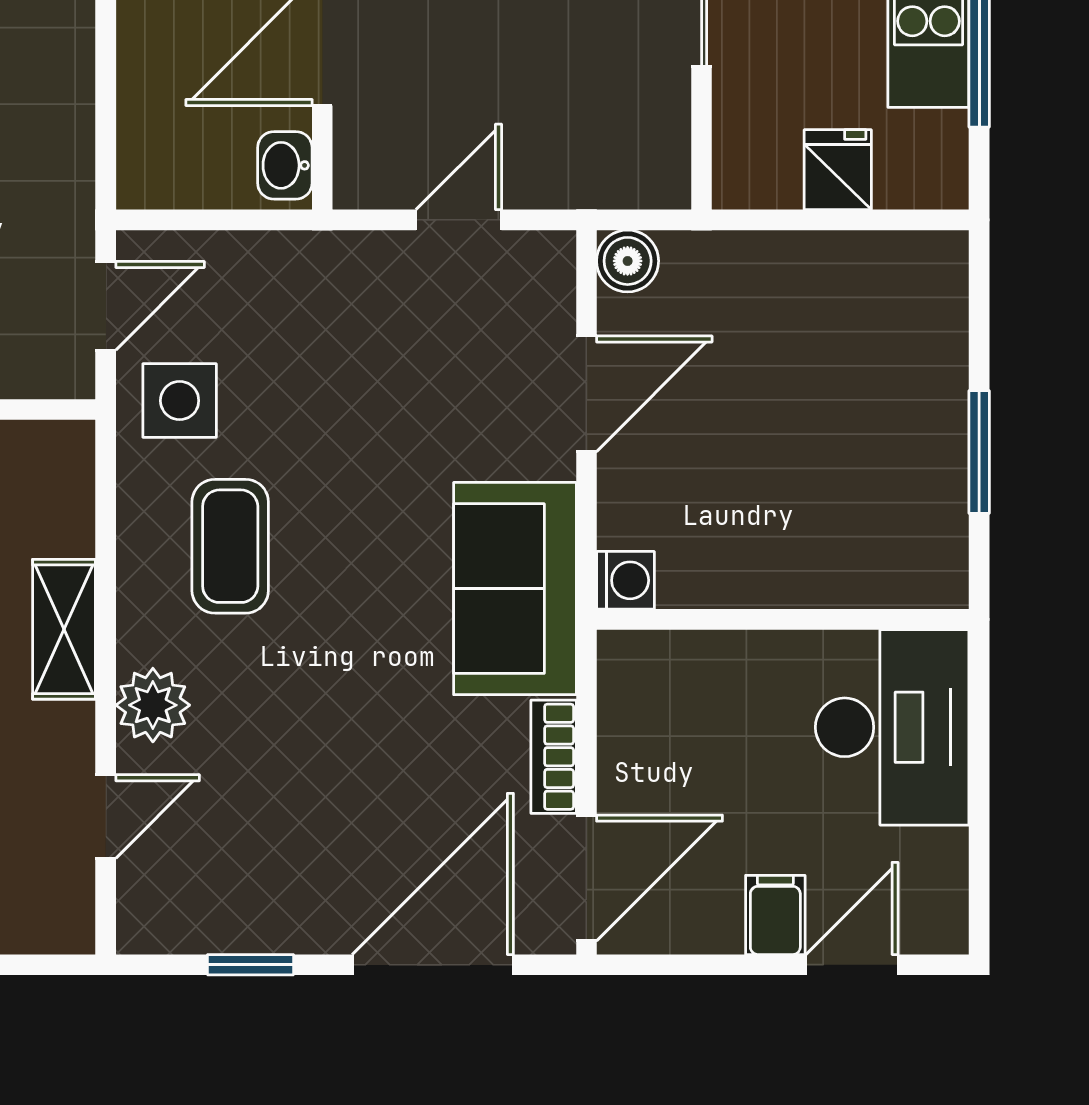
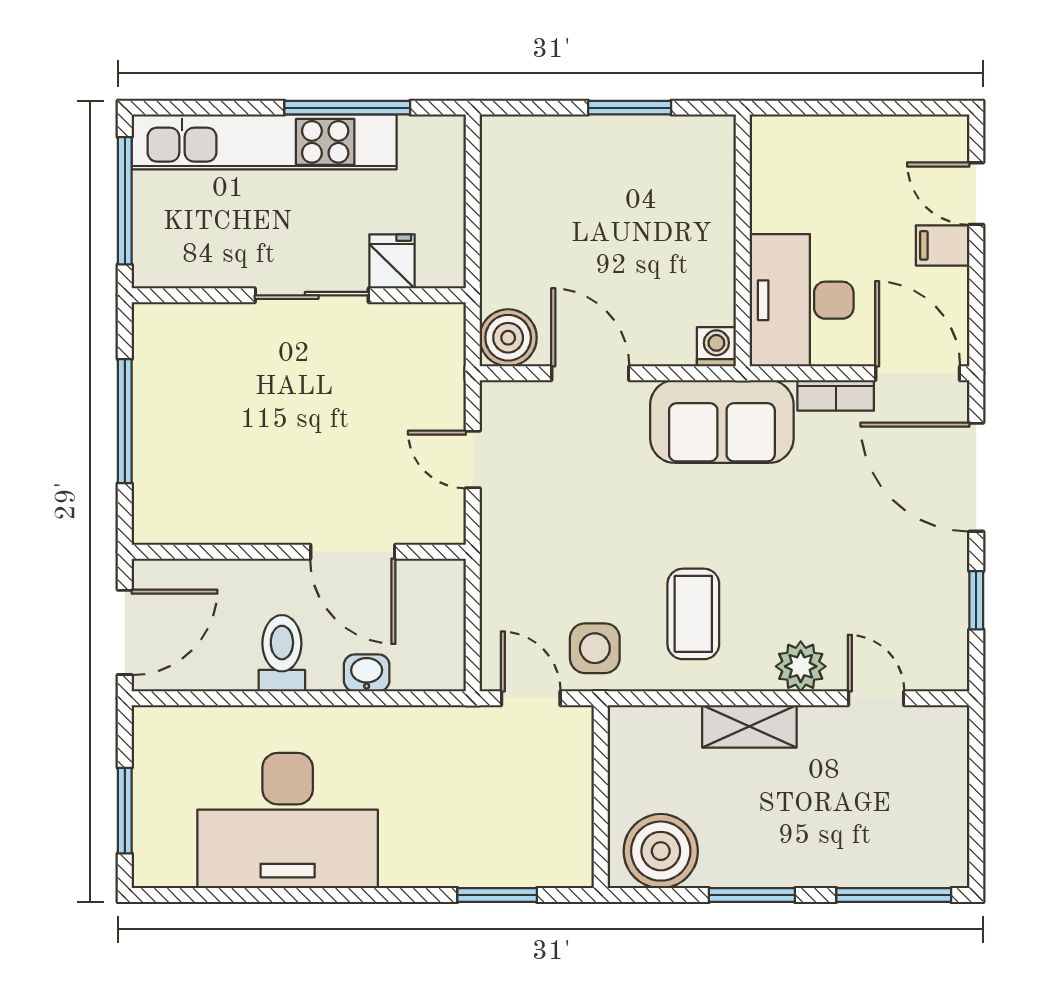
washbasin: (285, 165) -> (367, 673), moved, turned 180
fridge: (838, 170) -> (392, 261), moved, turned 90
boiler: (628, 261) -> (508, 338), width x1.36, depth x1.36
coffee table: (230, 546) -> (693, 614), turned 90
desk: (892, 727) -> (802, 300), moved, turned -90

